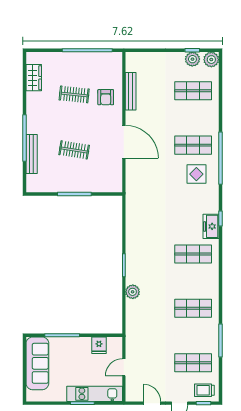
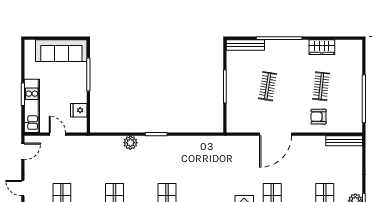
wardrobe: (34, 78) -> (322, 47), moved
bench: (131, 91) -> (344, 141), moved
bench: (32, 154) -> (245, 45), moved
door: (152, 403) -> (23, 151), moved

